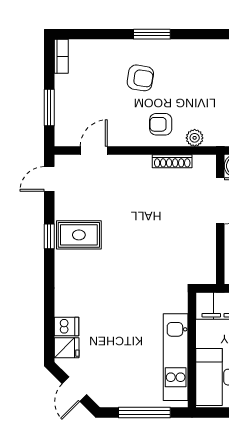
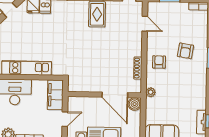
plant: (195, 138) -> (151, 92), moved

